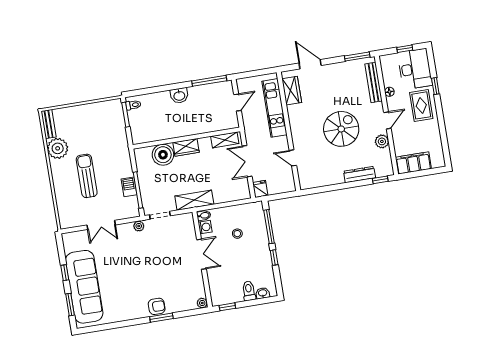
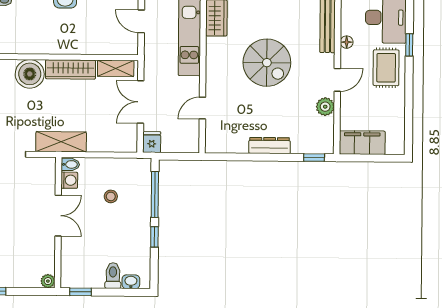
door: (237, 102) -> (141, 21), swing flipped
spiral stairs: (341, 129) -> (267, 63), moved, turned 90
wardrobe: (186, 147) -> (70, 69), width x1.50
door: (293, 158) -> (202, 108), hinge flipped
dresser: (360, 175) -> (270, 146), moved

